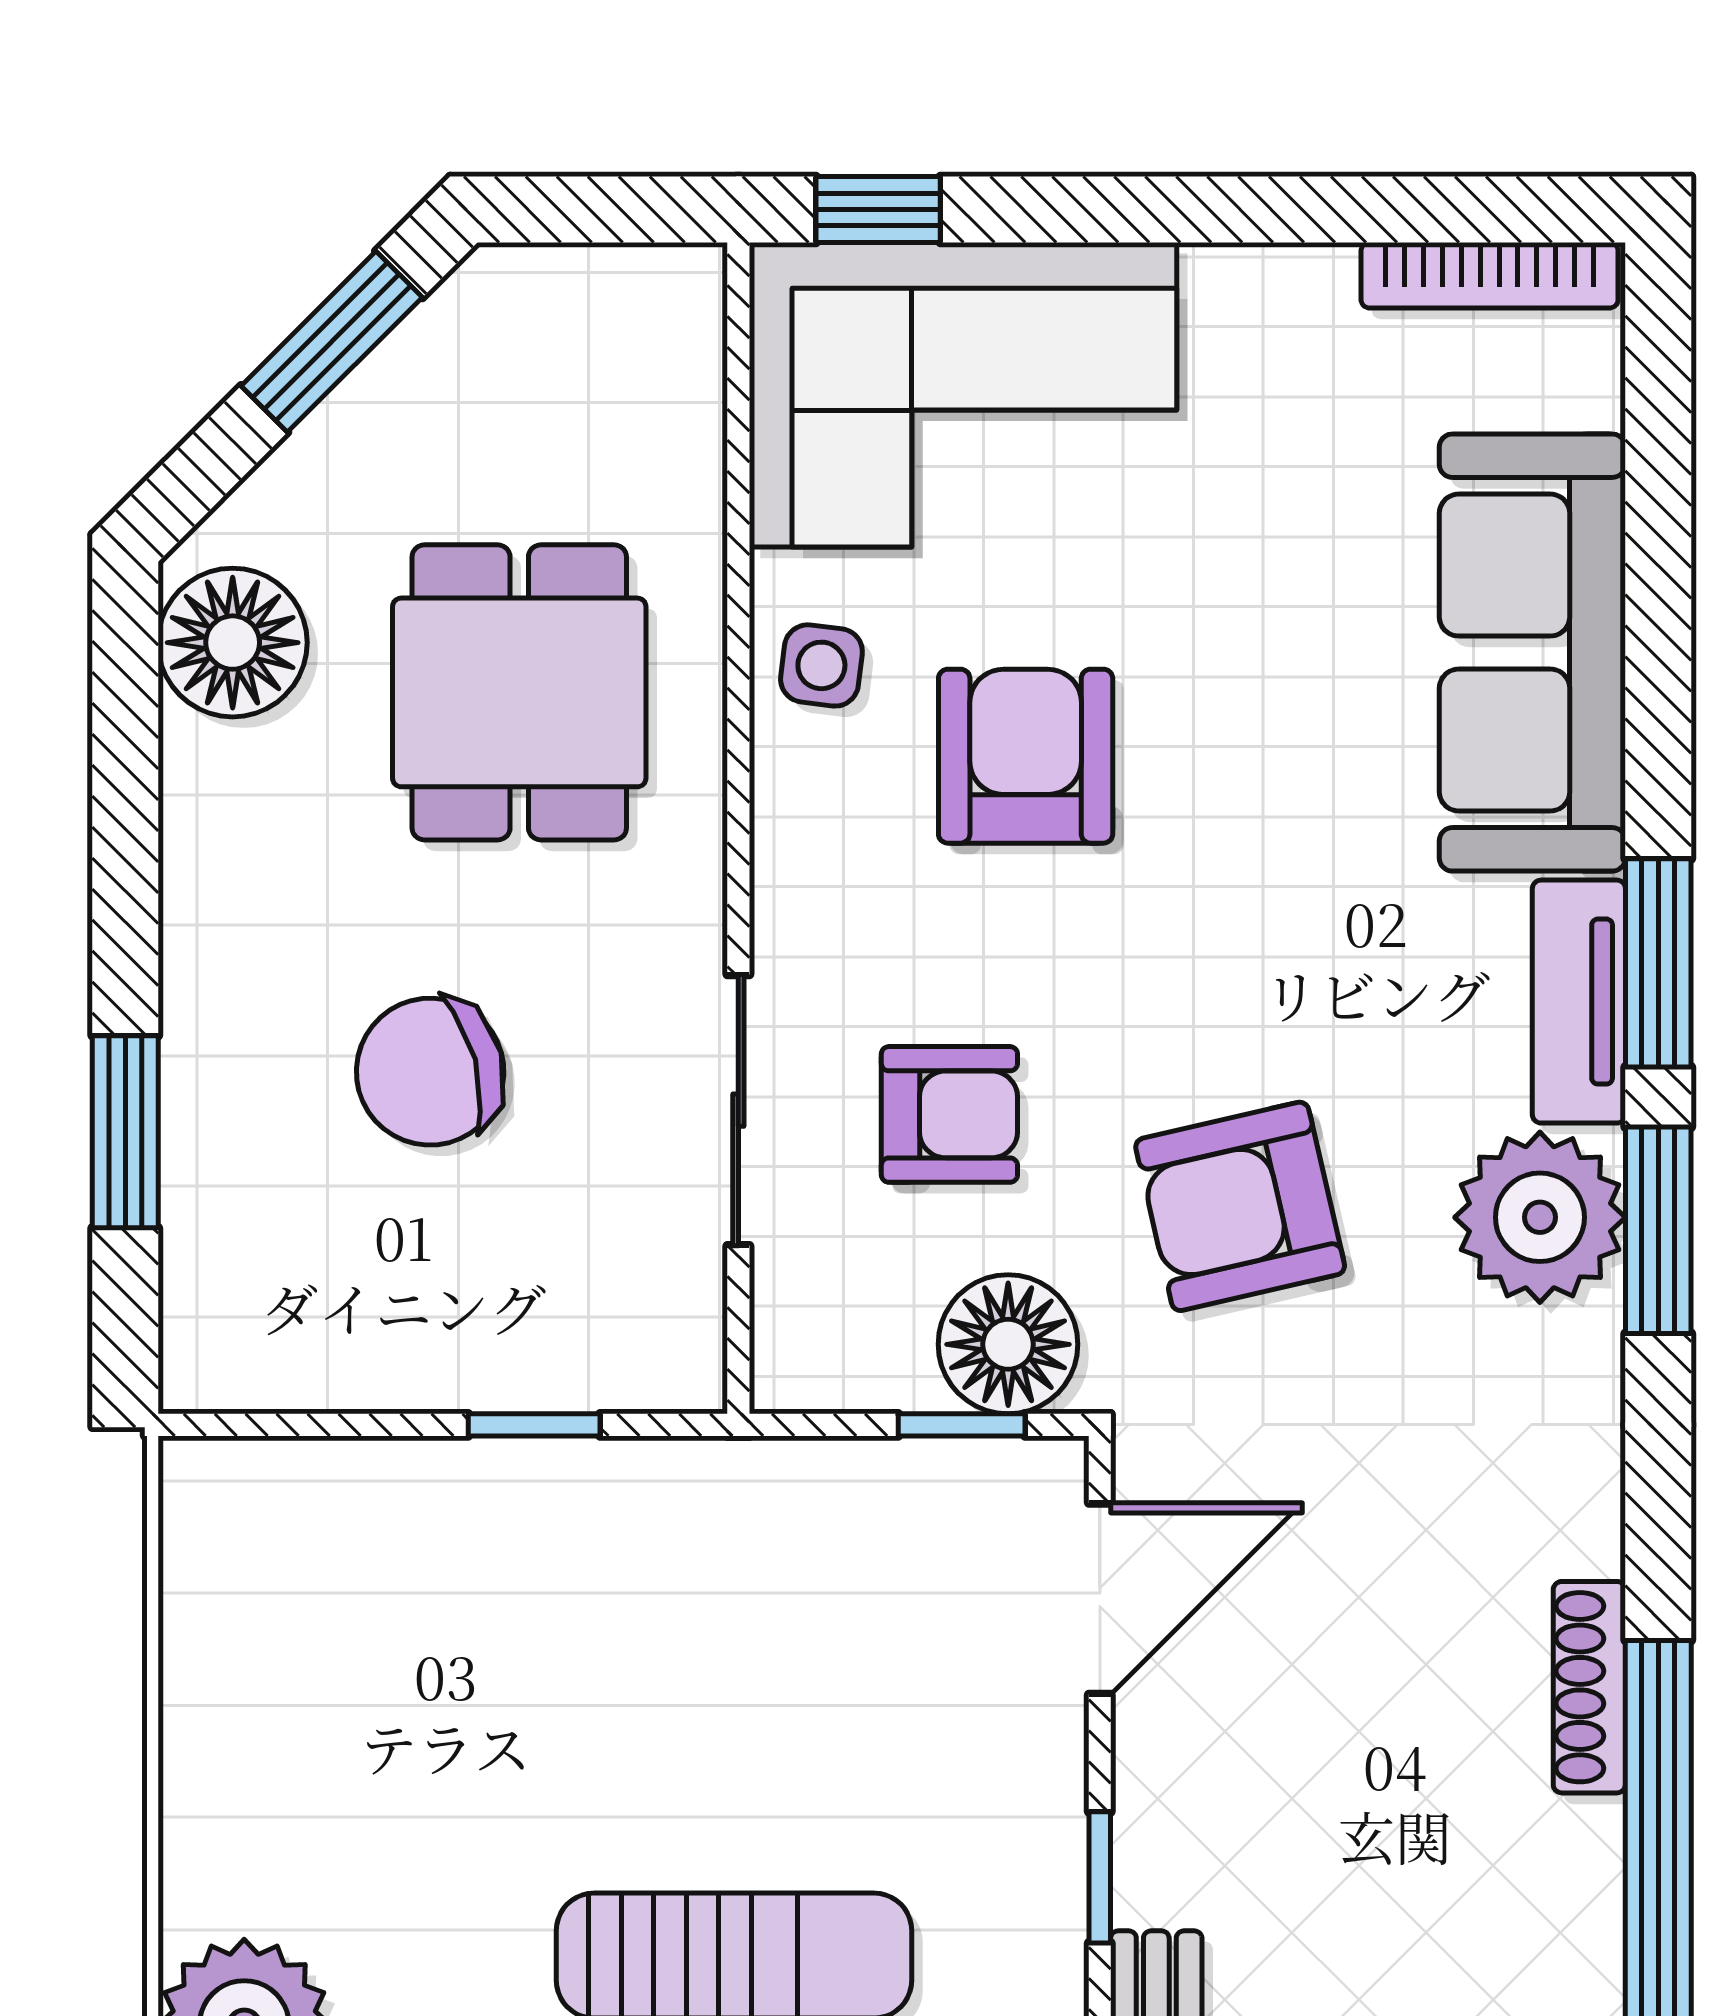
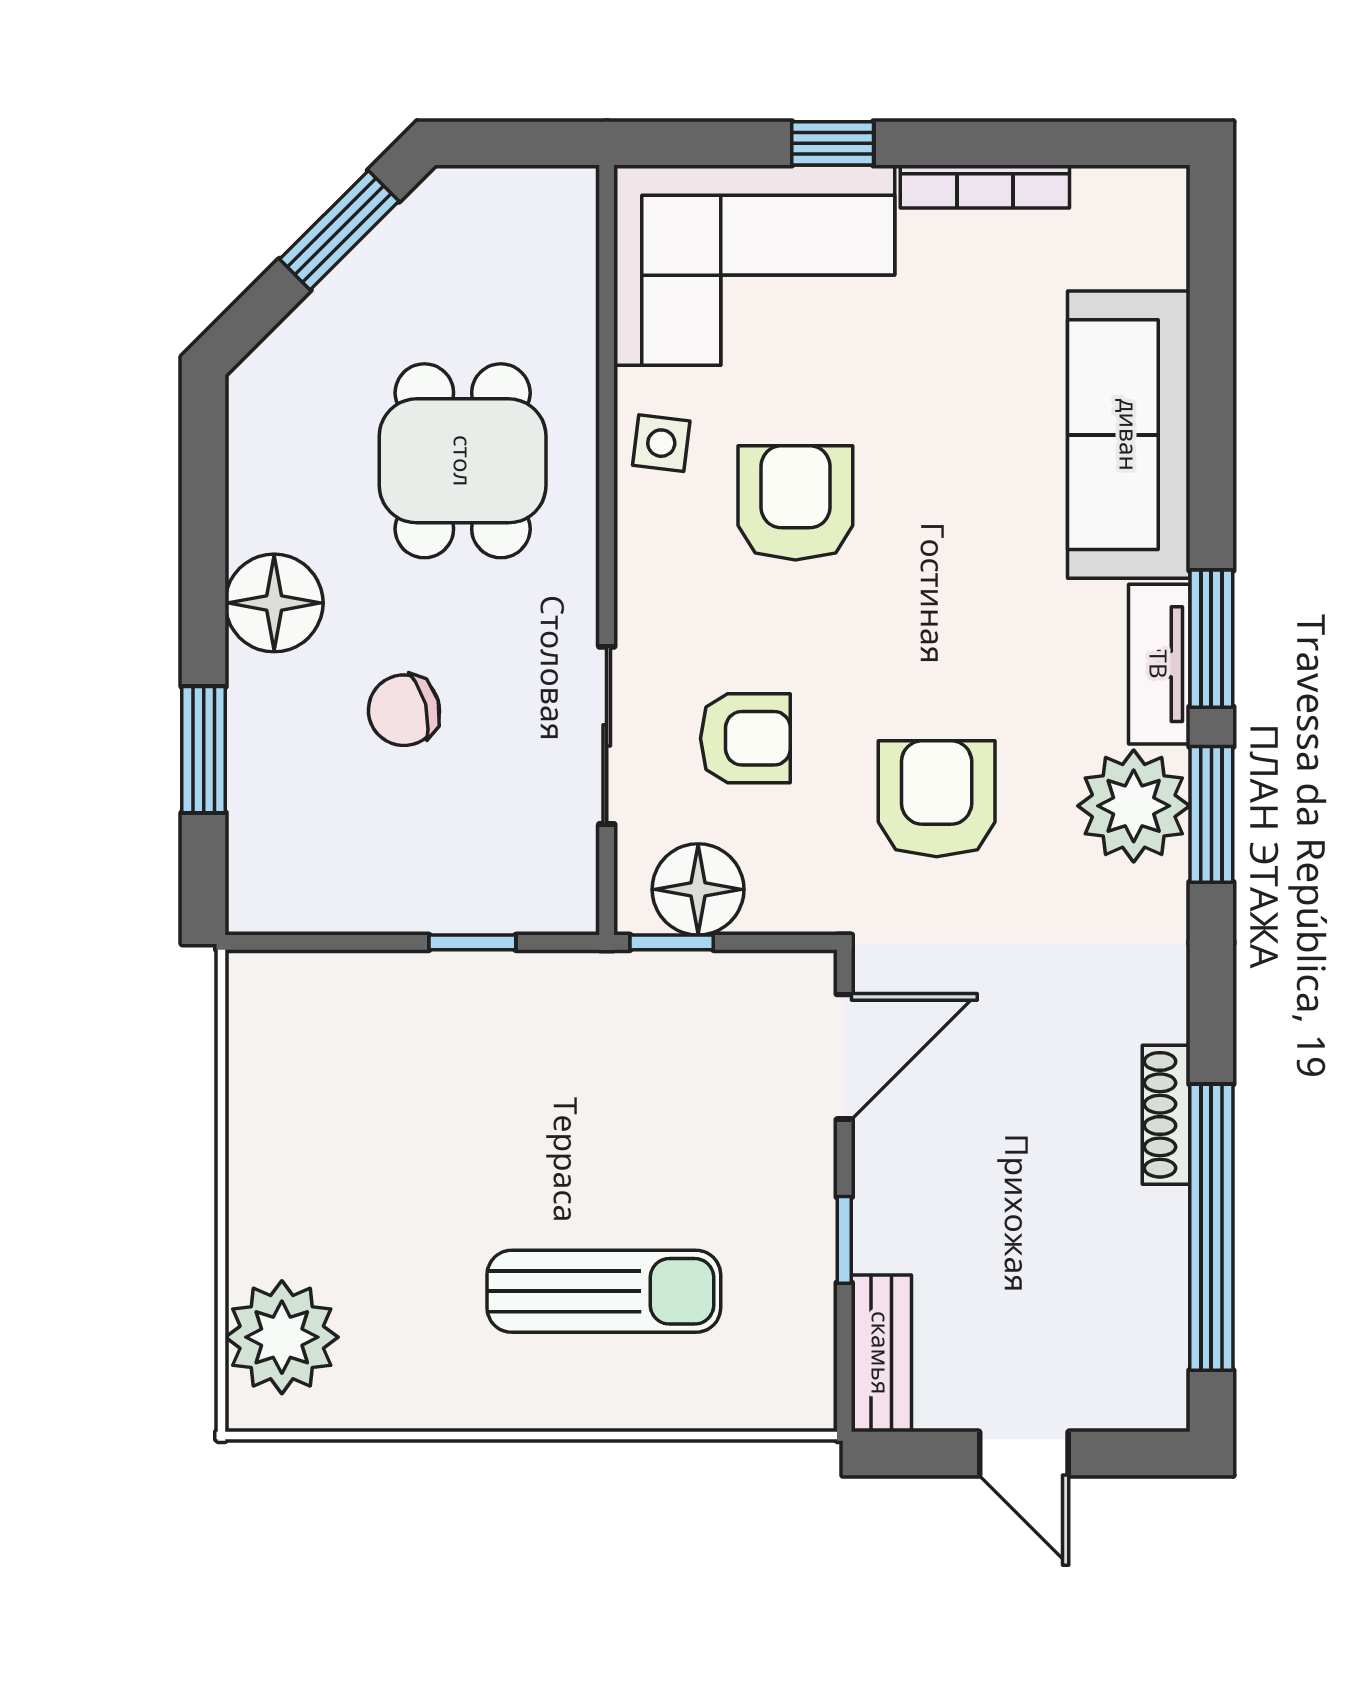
window: (878, 210) -> (833, 143), moved
bookcase: (1490, 275) -> (985, 187), moved
floor lamp: (233, 643) -> (274, 603), moved
chair: (430, 1072) -> (404, 710), width x0.73, depth x0.73
armchair: (1240, 1206) -> (937, 799), turned 103
floor lamp: (1008, 1344) -> (698, 889), moved
window: (962, 1425) -> (672, 942), moved

